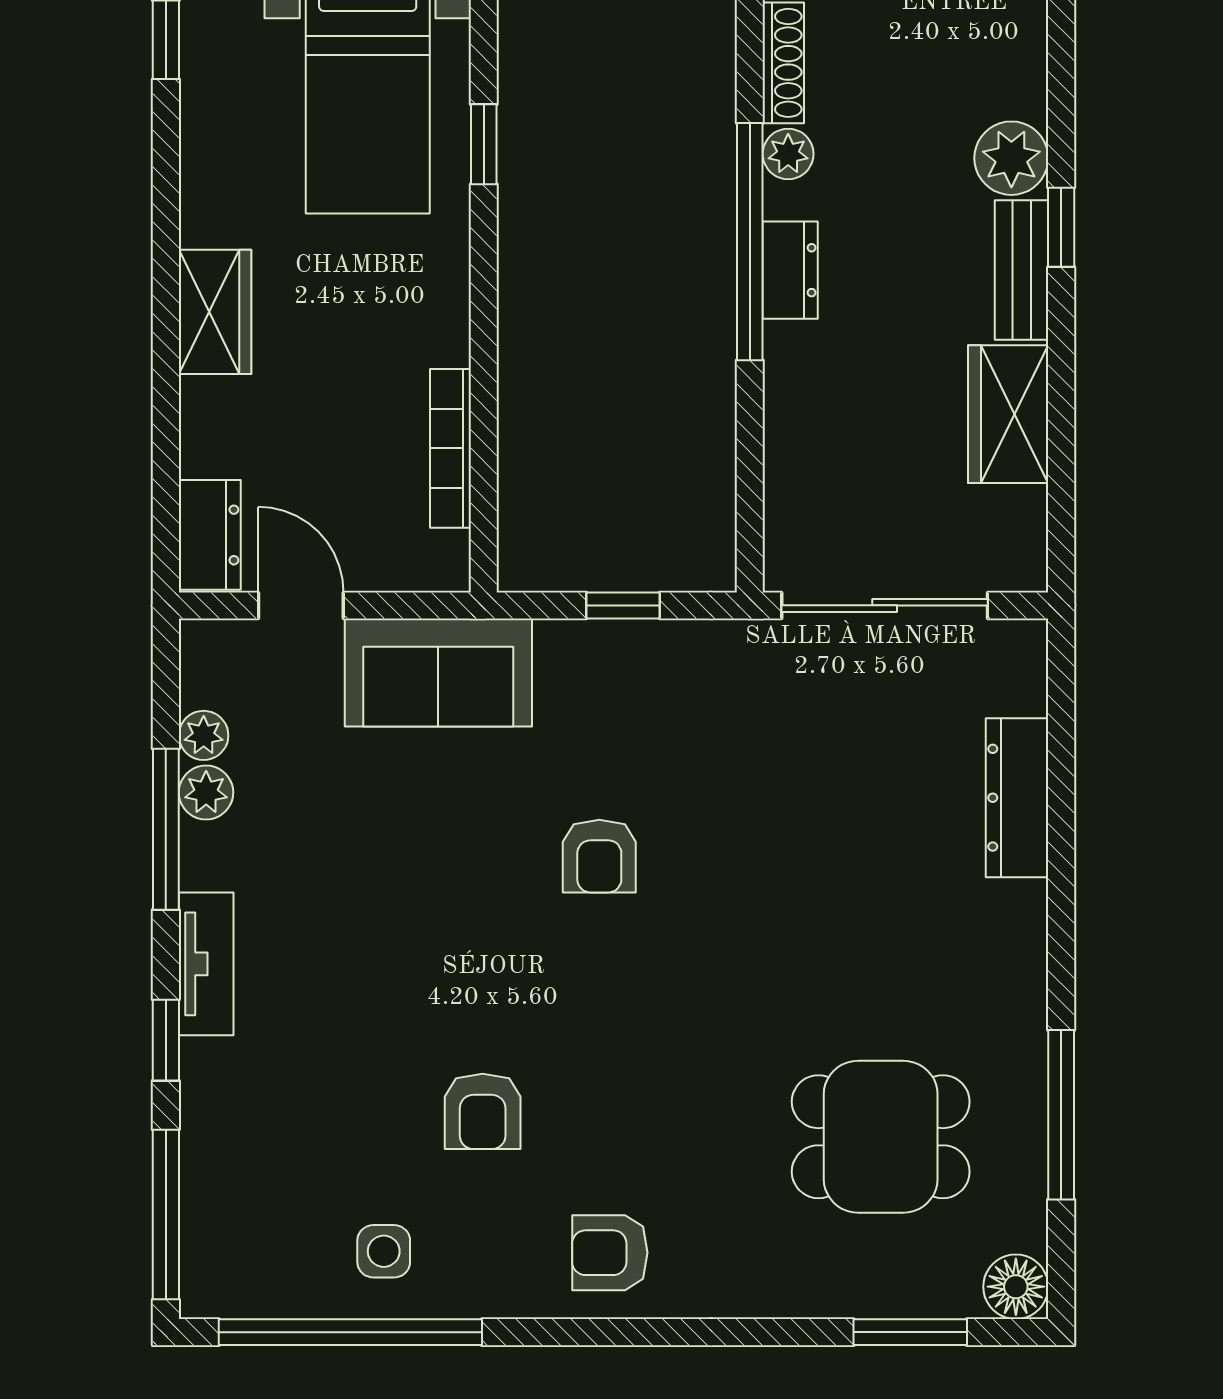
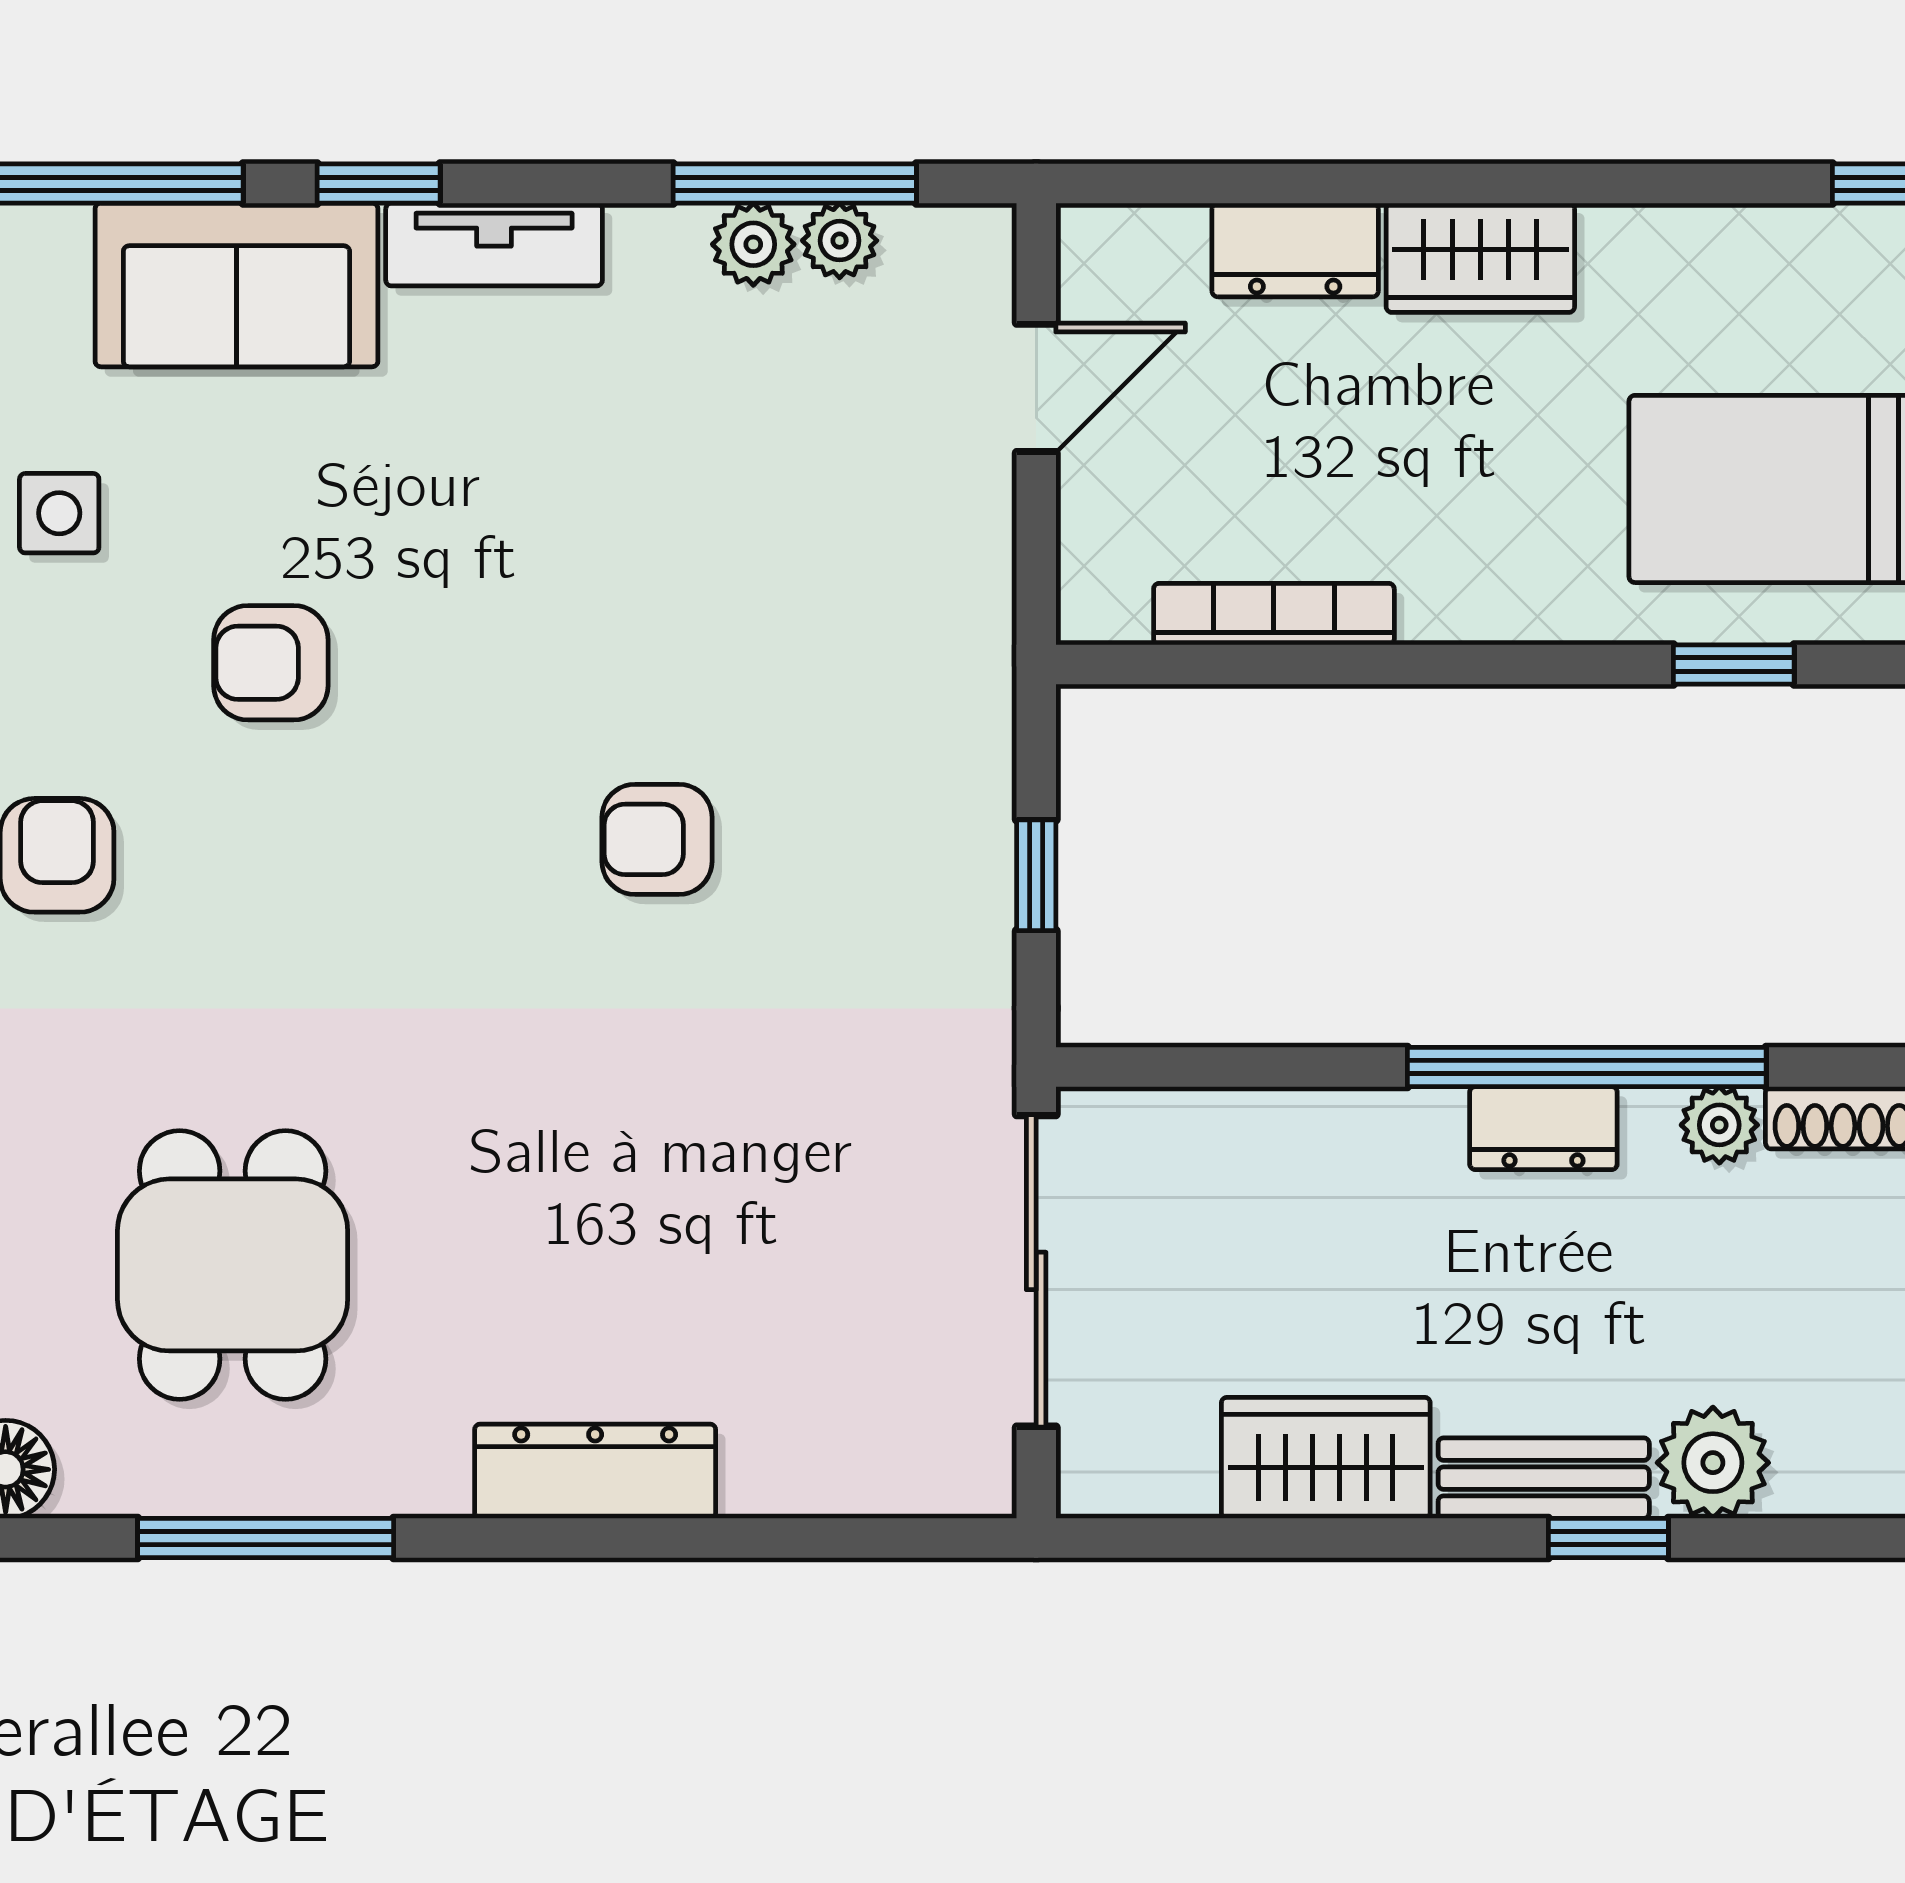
dresser: (210, 535) -> (1295, 250), moved
sofa: (438, 673) -> (236, 285), moved, turned -90
dresser: (1017, 798) -> (595, 1471), moved
window: (166, 829) -> (795, 184), moved

